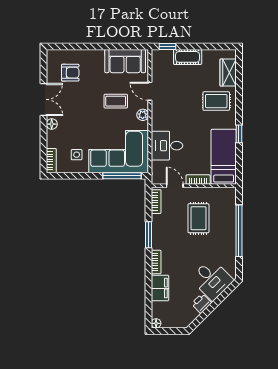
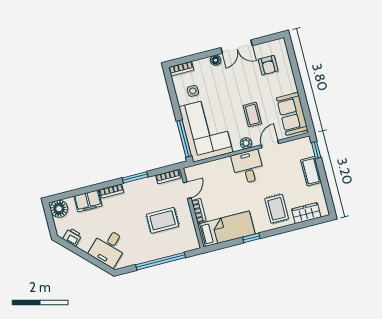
desk: (167, 146) -> (248, 167), moved
printer: (201, 303) -> (72, 237), moved
floor lamp: (156, 323) -> (59, 209), width x1.89, depth x1.89

